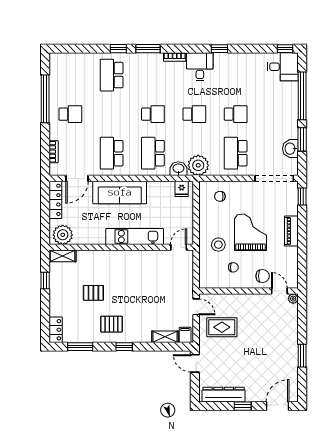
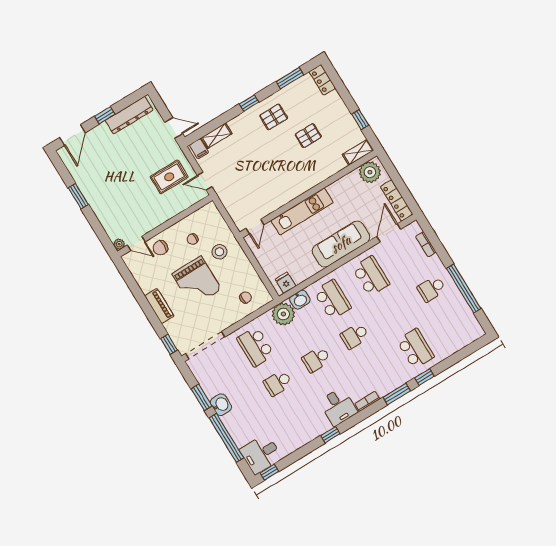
washbasin: (290, 149) -> (221, 405), moved
school desk: (236, 153) -> (256, 347), turned 180

